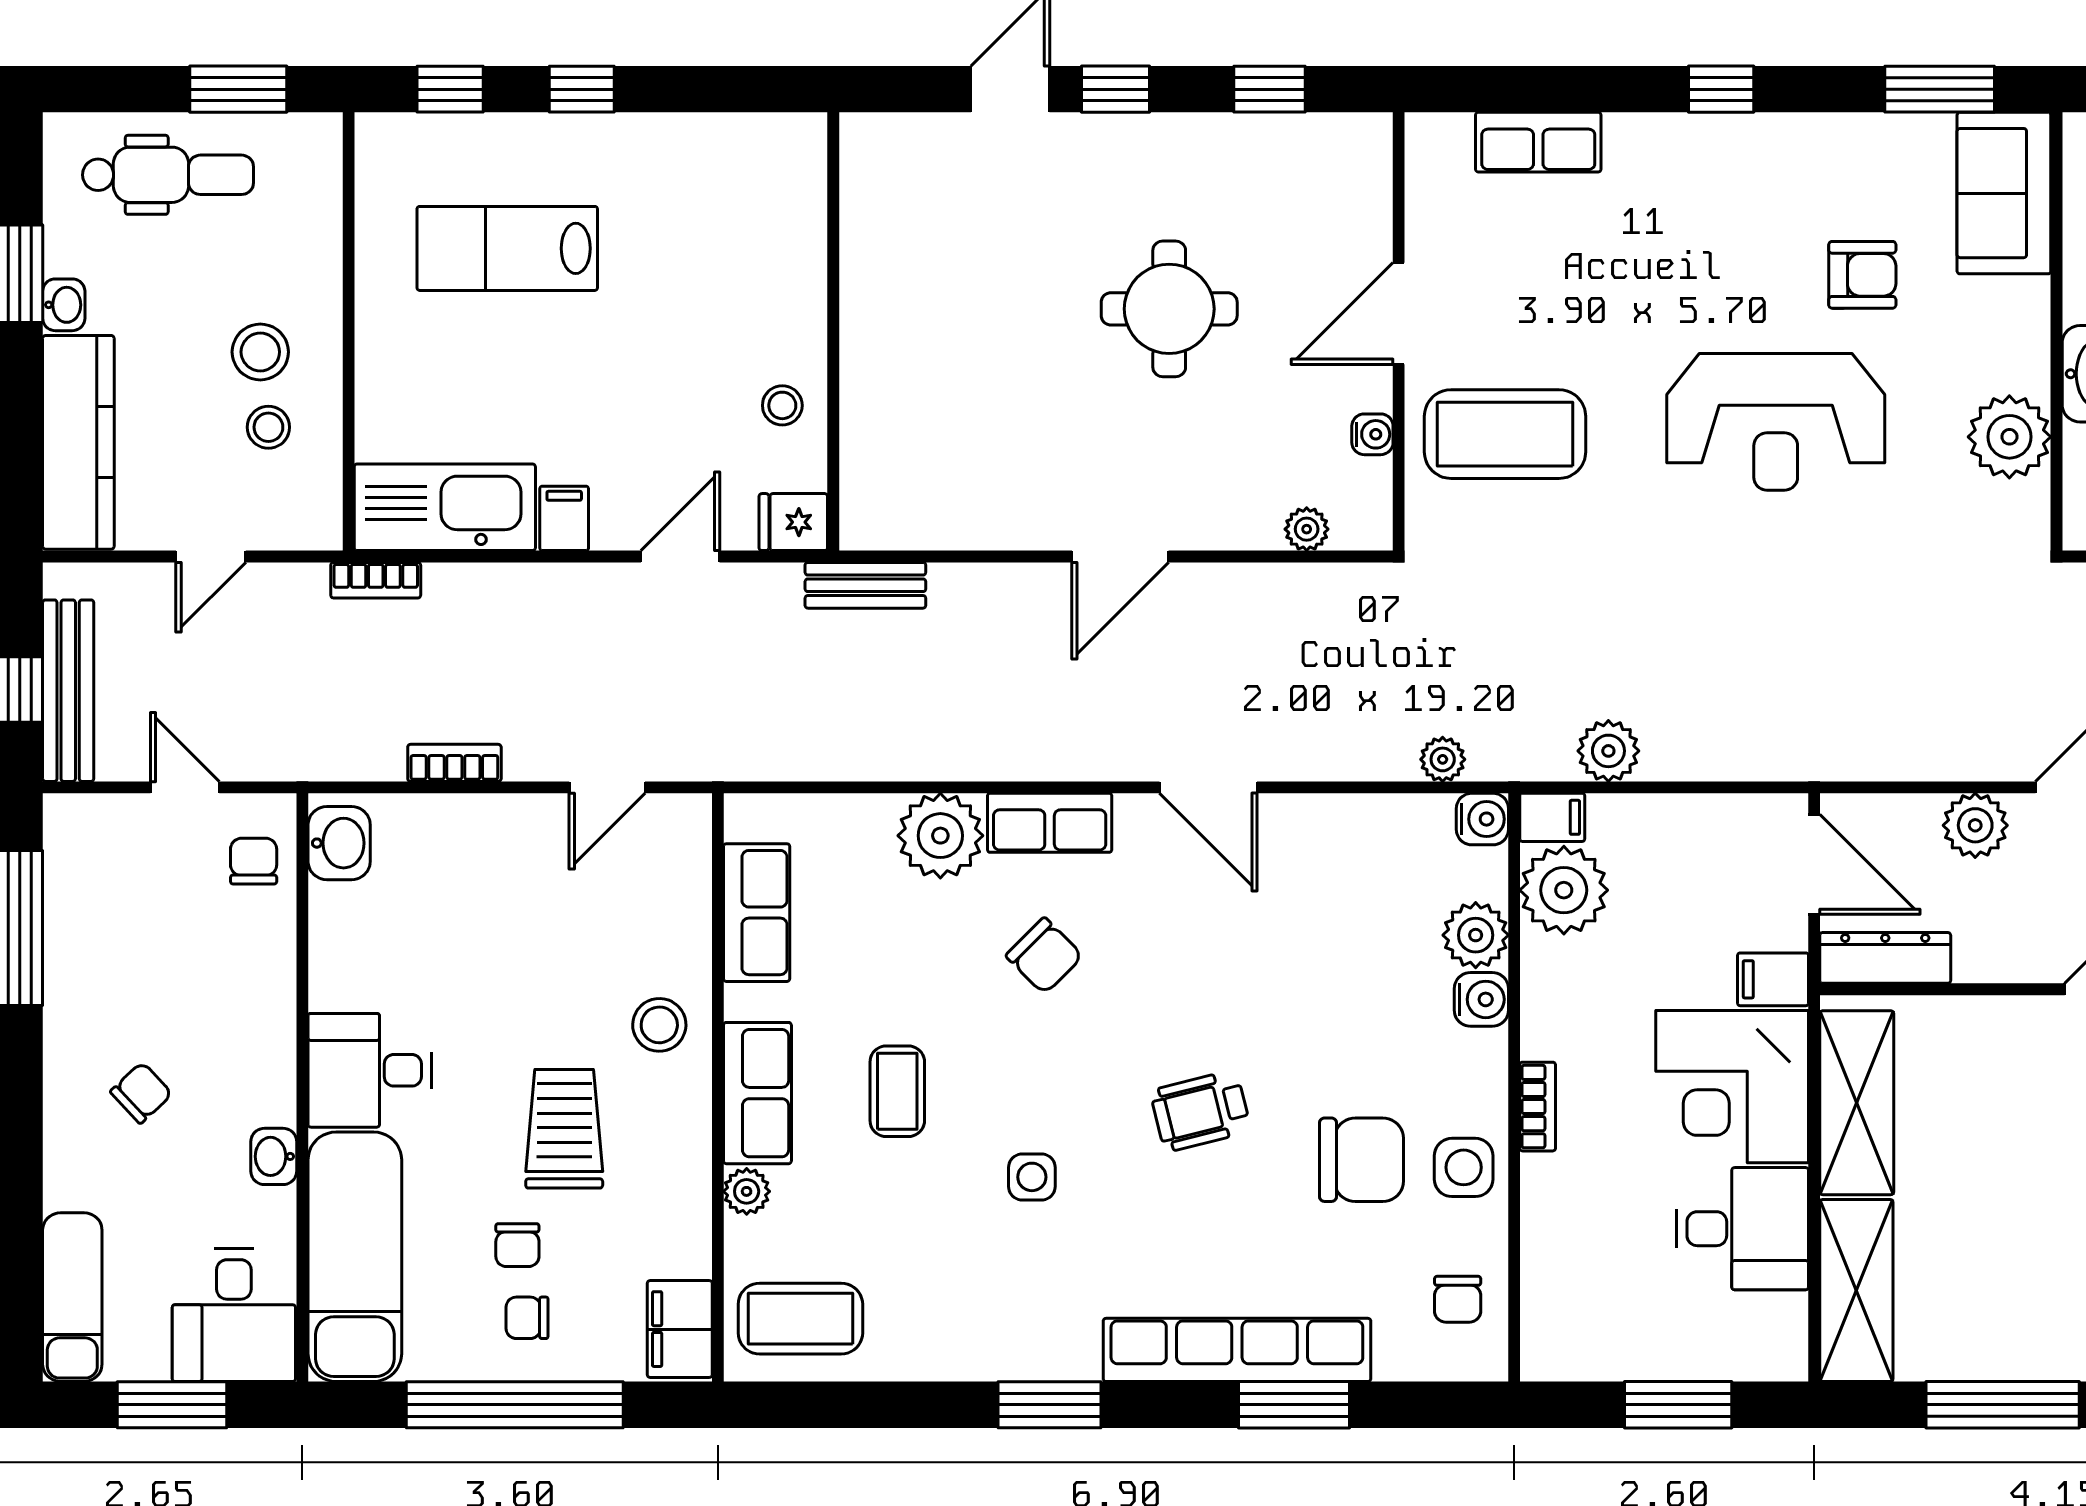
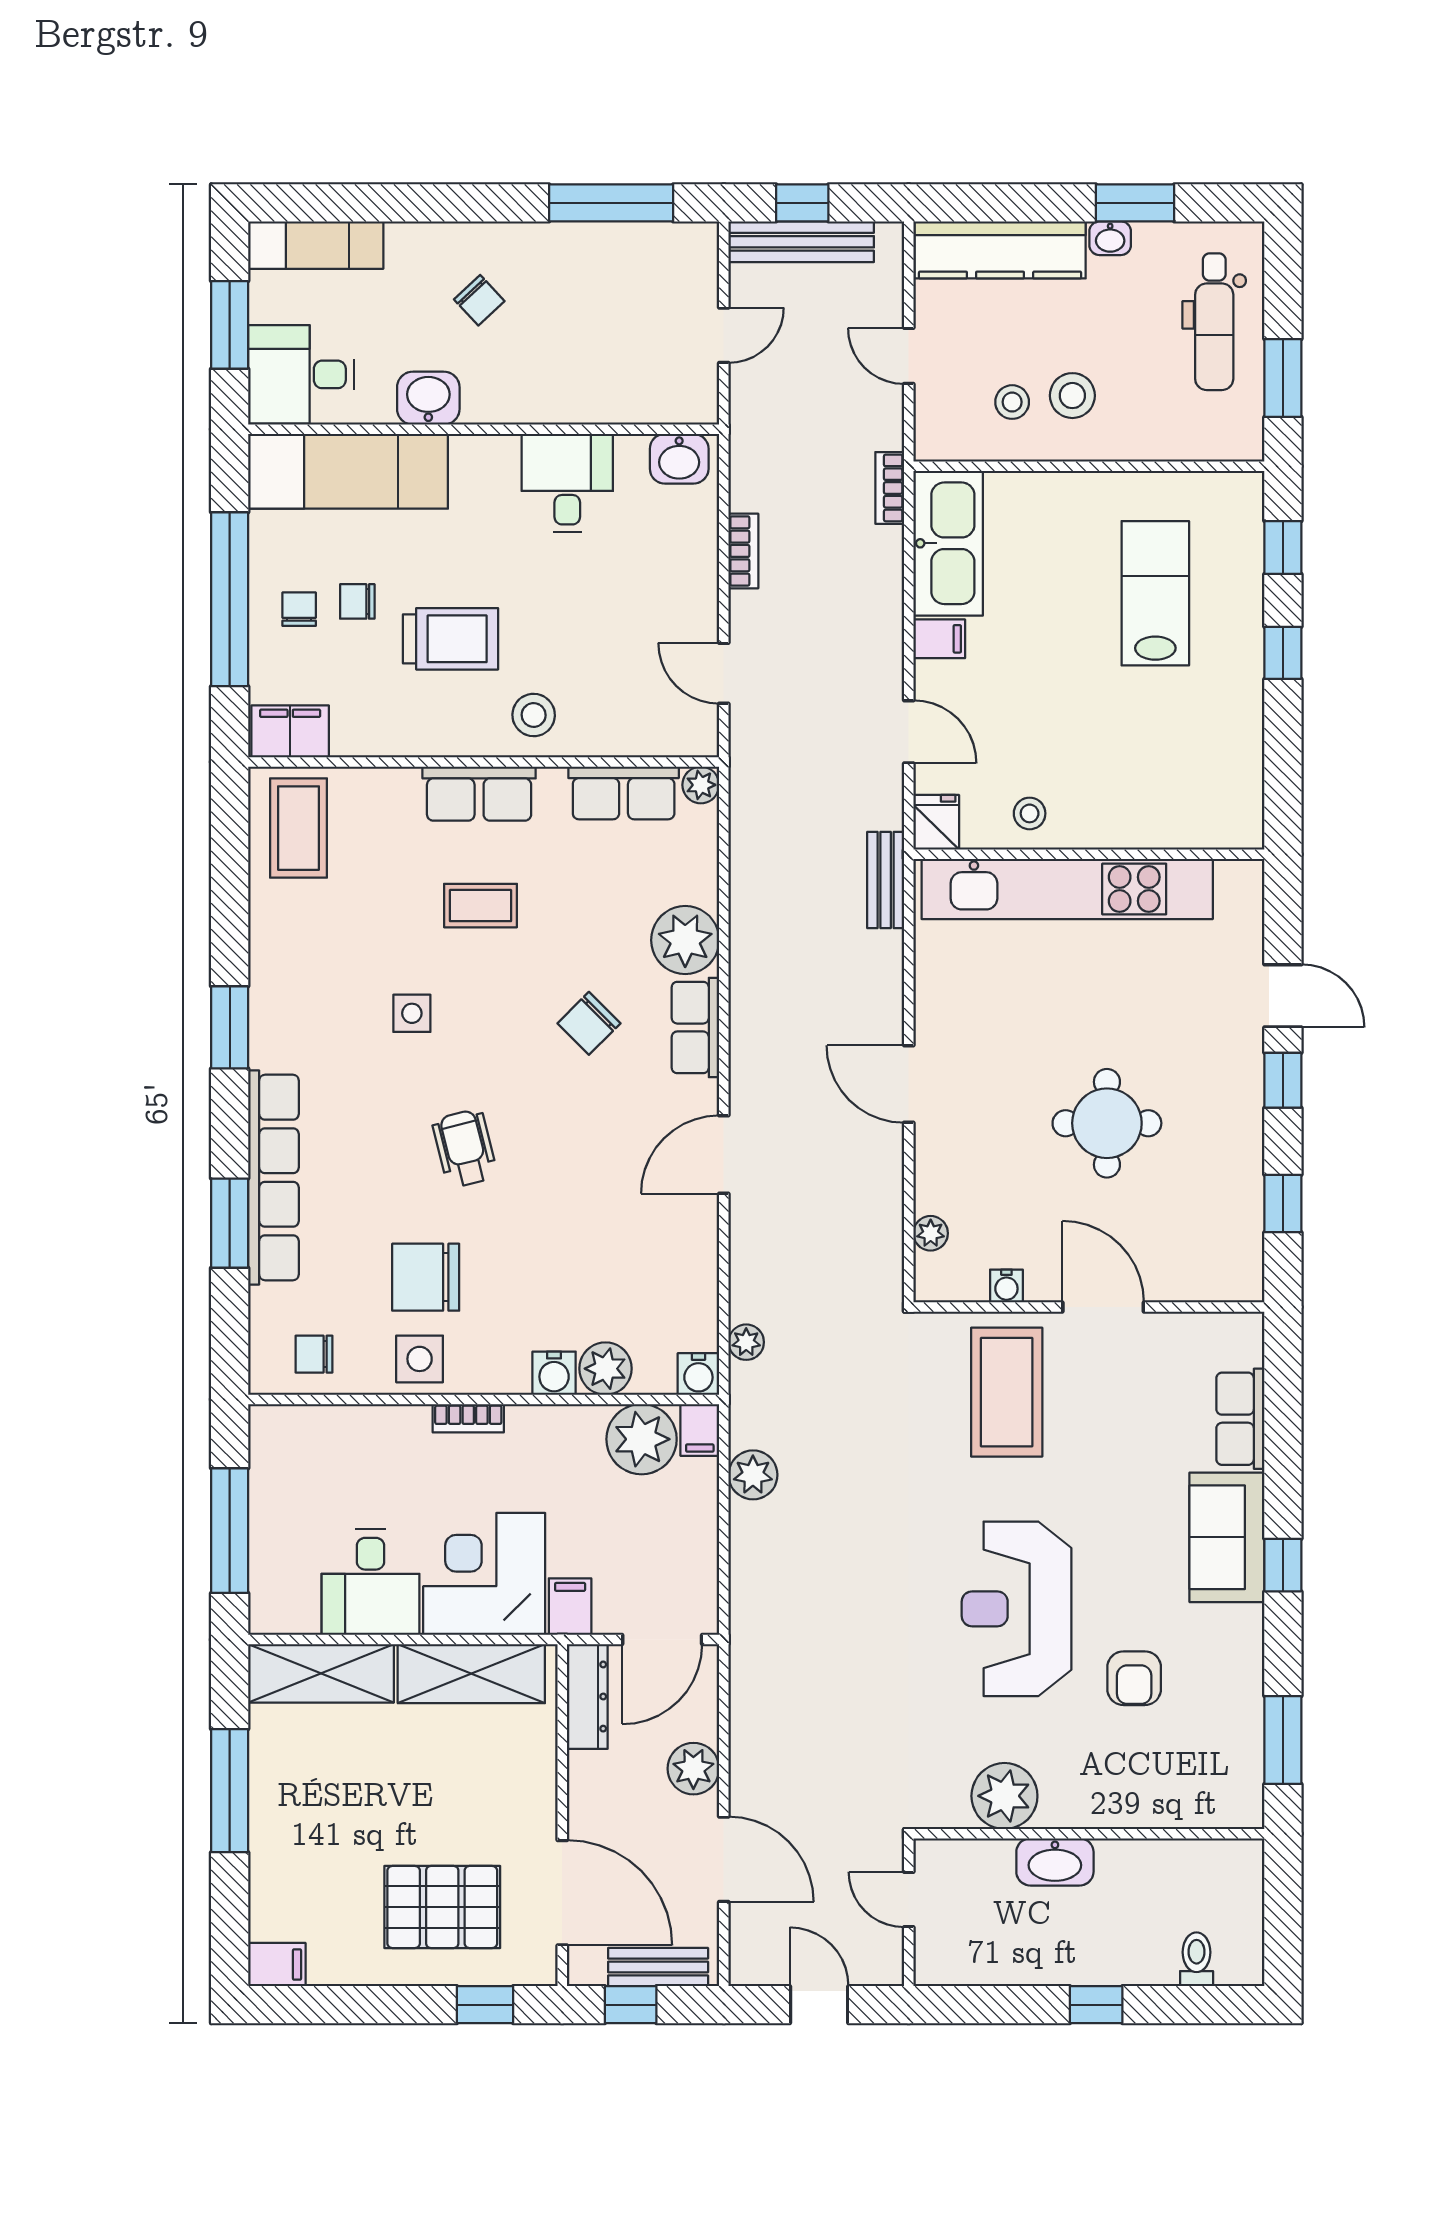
sofa: (2004, 193) -> (1227, 1537), moved, turned -90
kitchen unit: (877, 358) -> (1067, 889), added
chair: (254, 861) -> (665, 390), removed
desk: (370, 1070) -> (567, 483), moved
washbasin: (274, 1156) -> (428, 398), width x1.38, depth x1.45
chair: (1361, 1160) -> (426, 1277), turned 90
plant: (747, 1191) -> (701, 785), moved
window: (1678, 1405) -> (230, 1531), width x1.44

